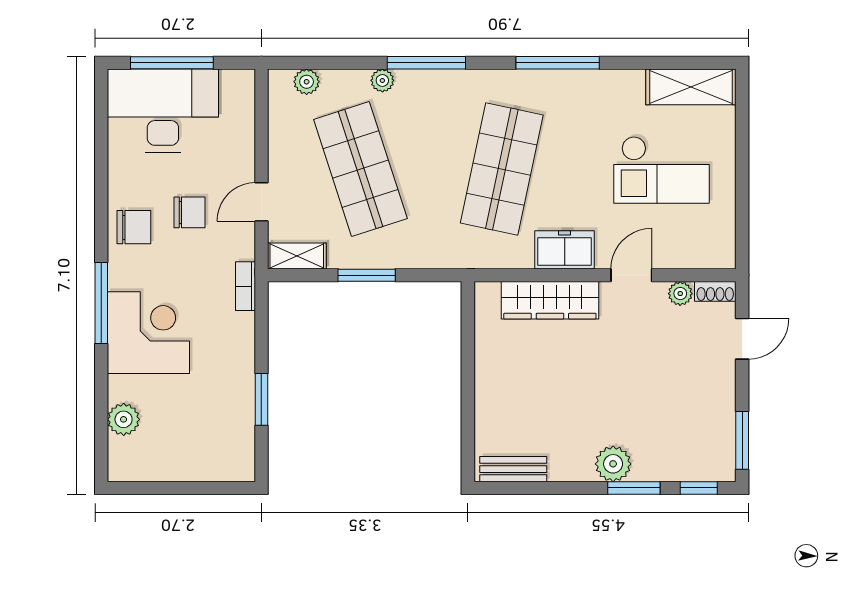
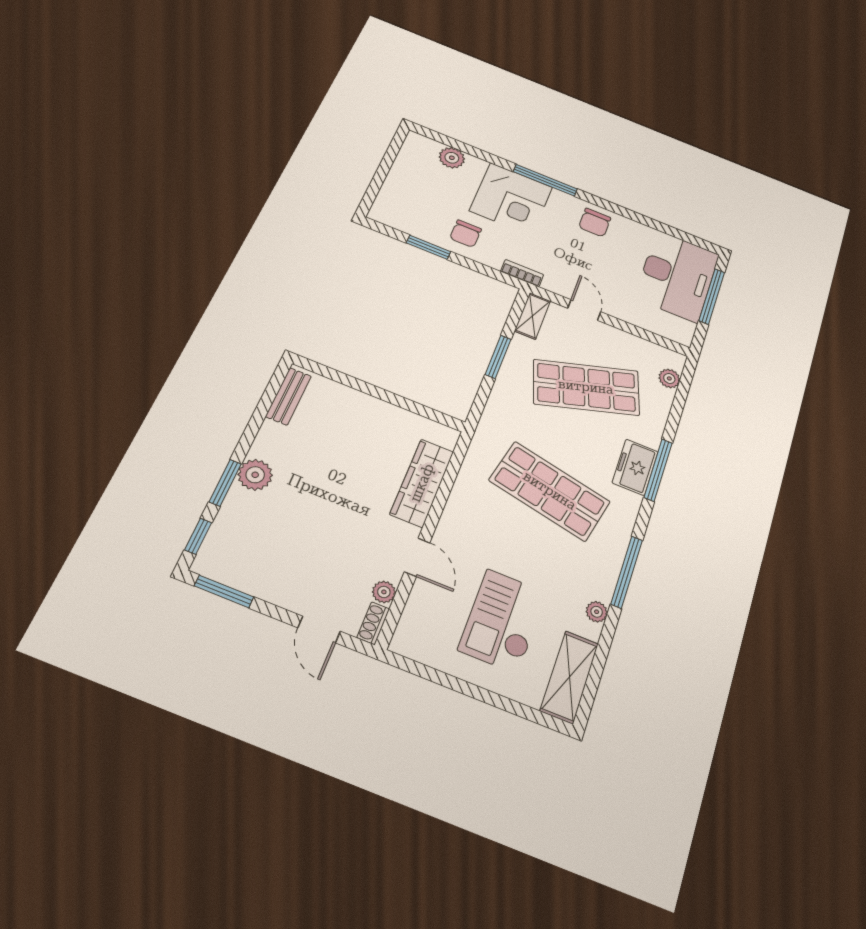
plant: (382, 80) -> (597, 612), moved
chair: (190, 212) -> (466, 234), moved
freezer: (565, 250) -> (635, 467), moved, turned 180

